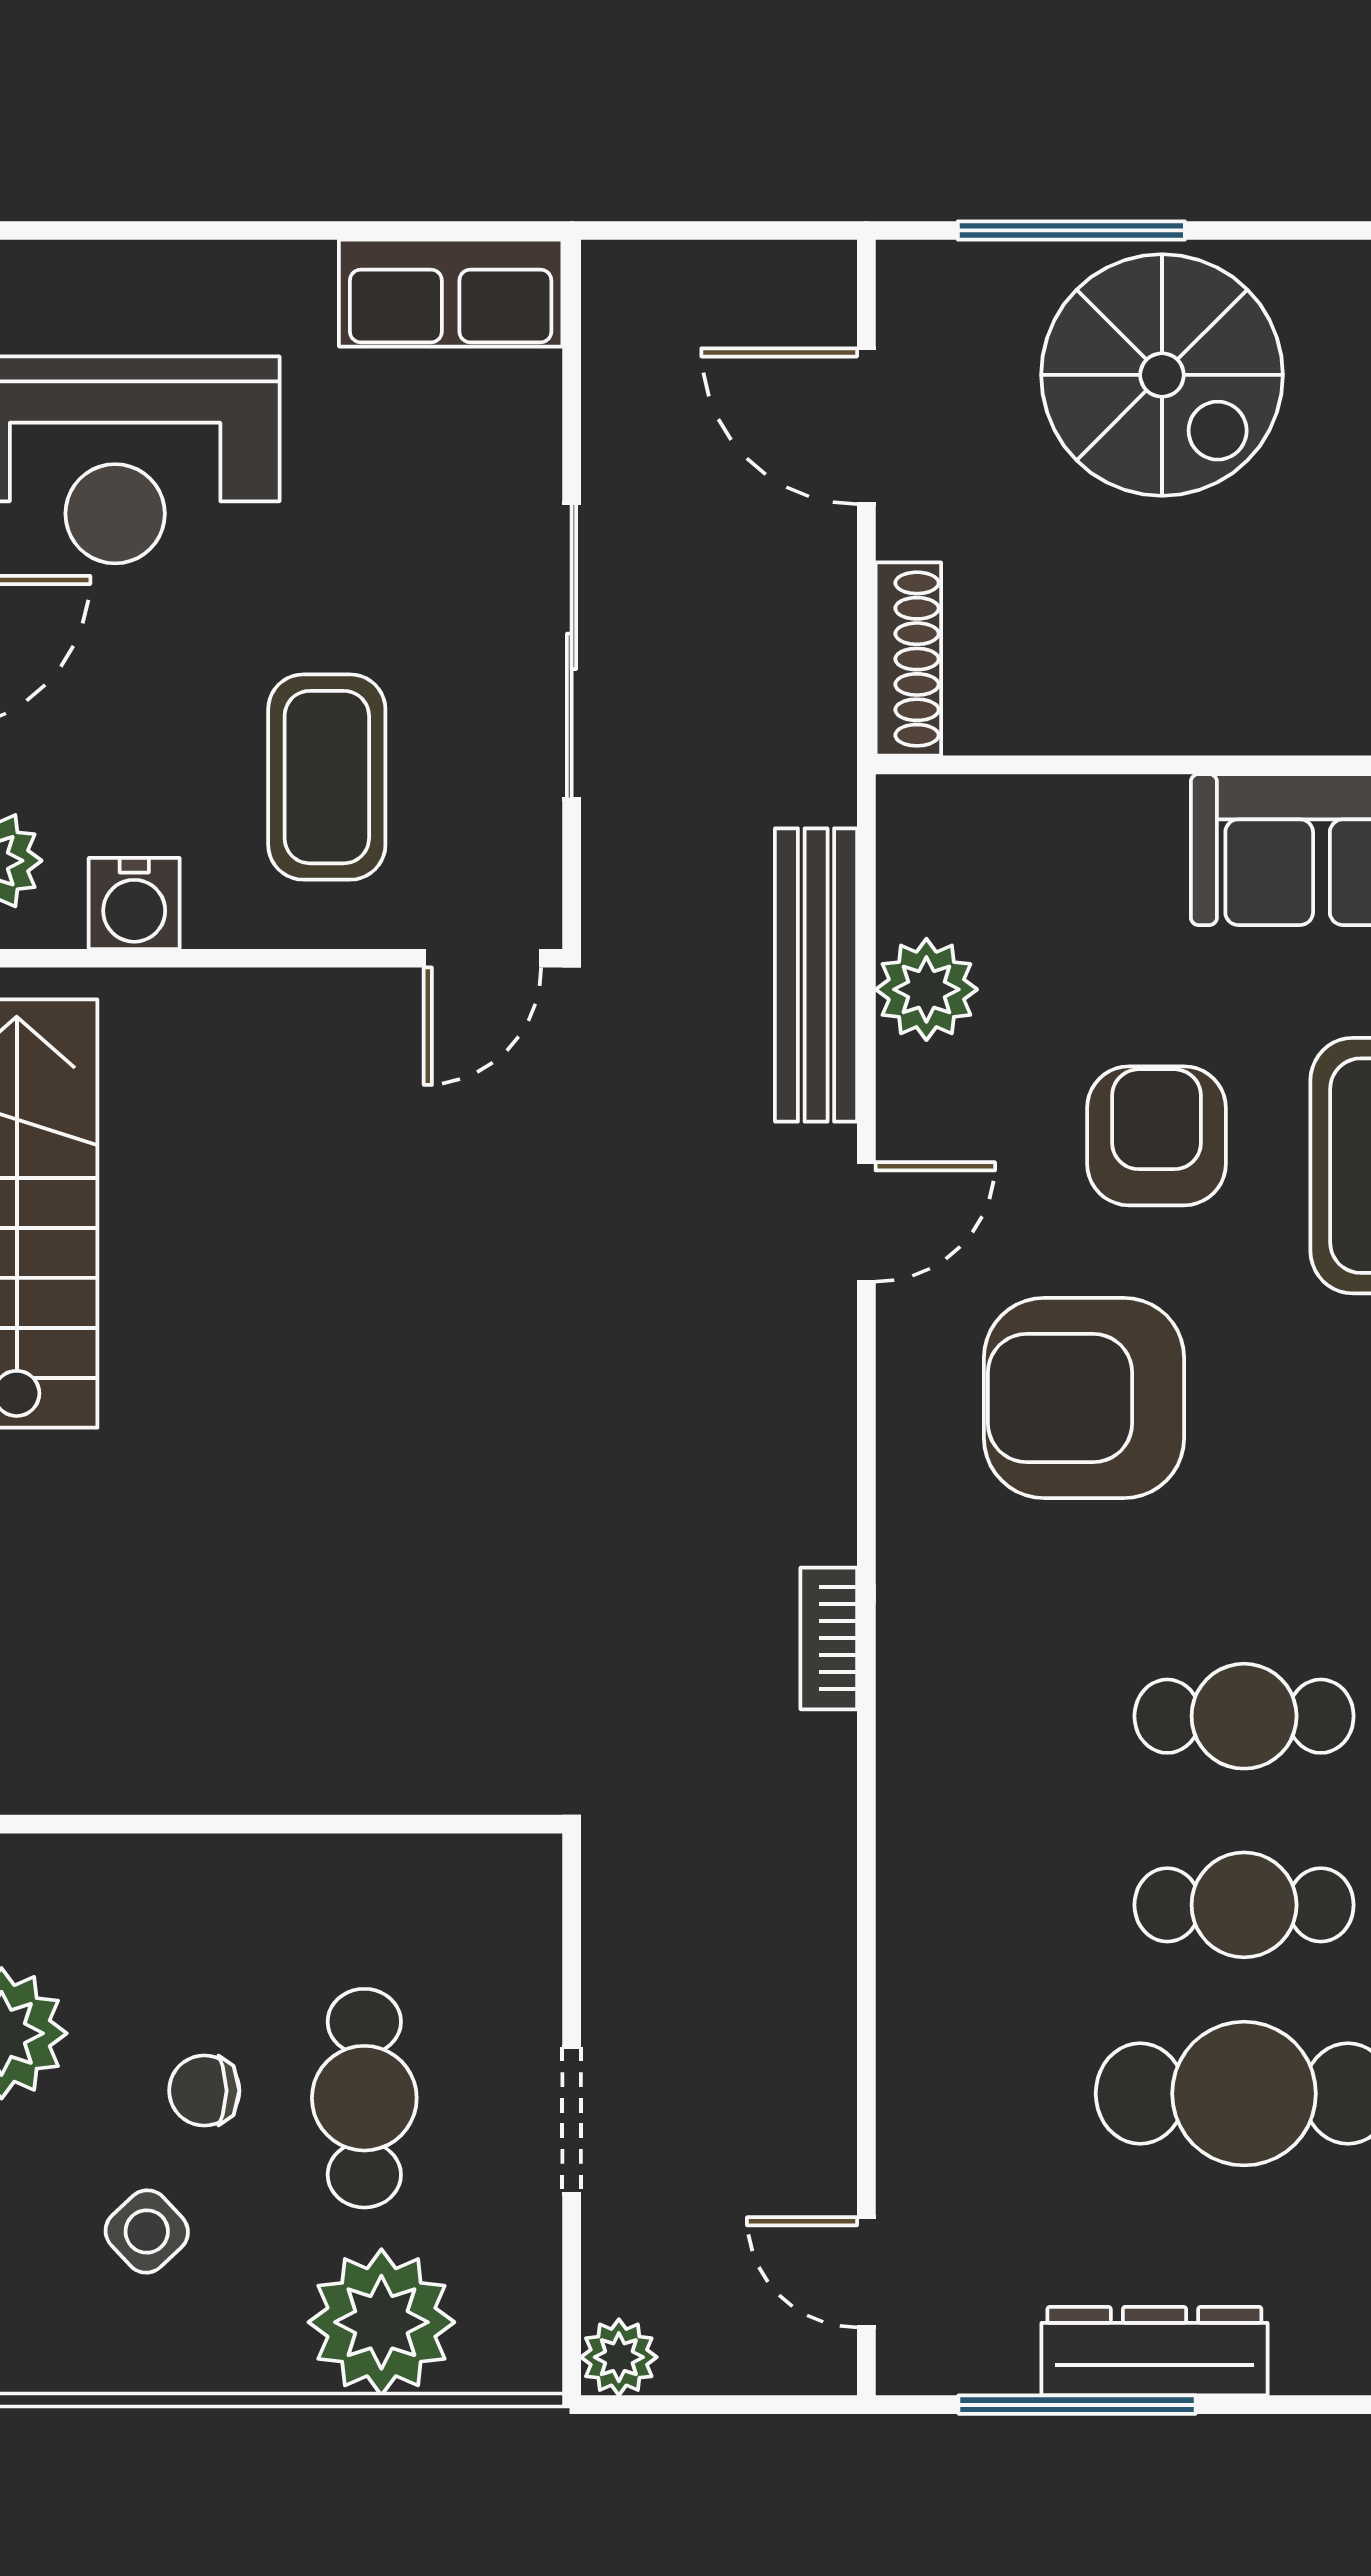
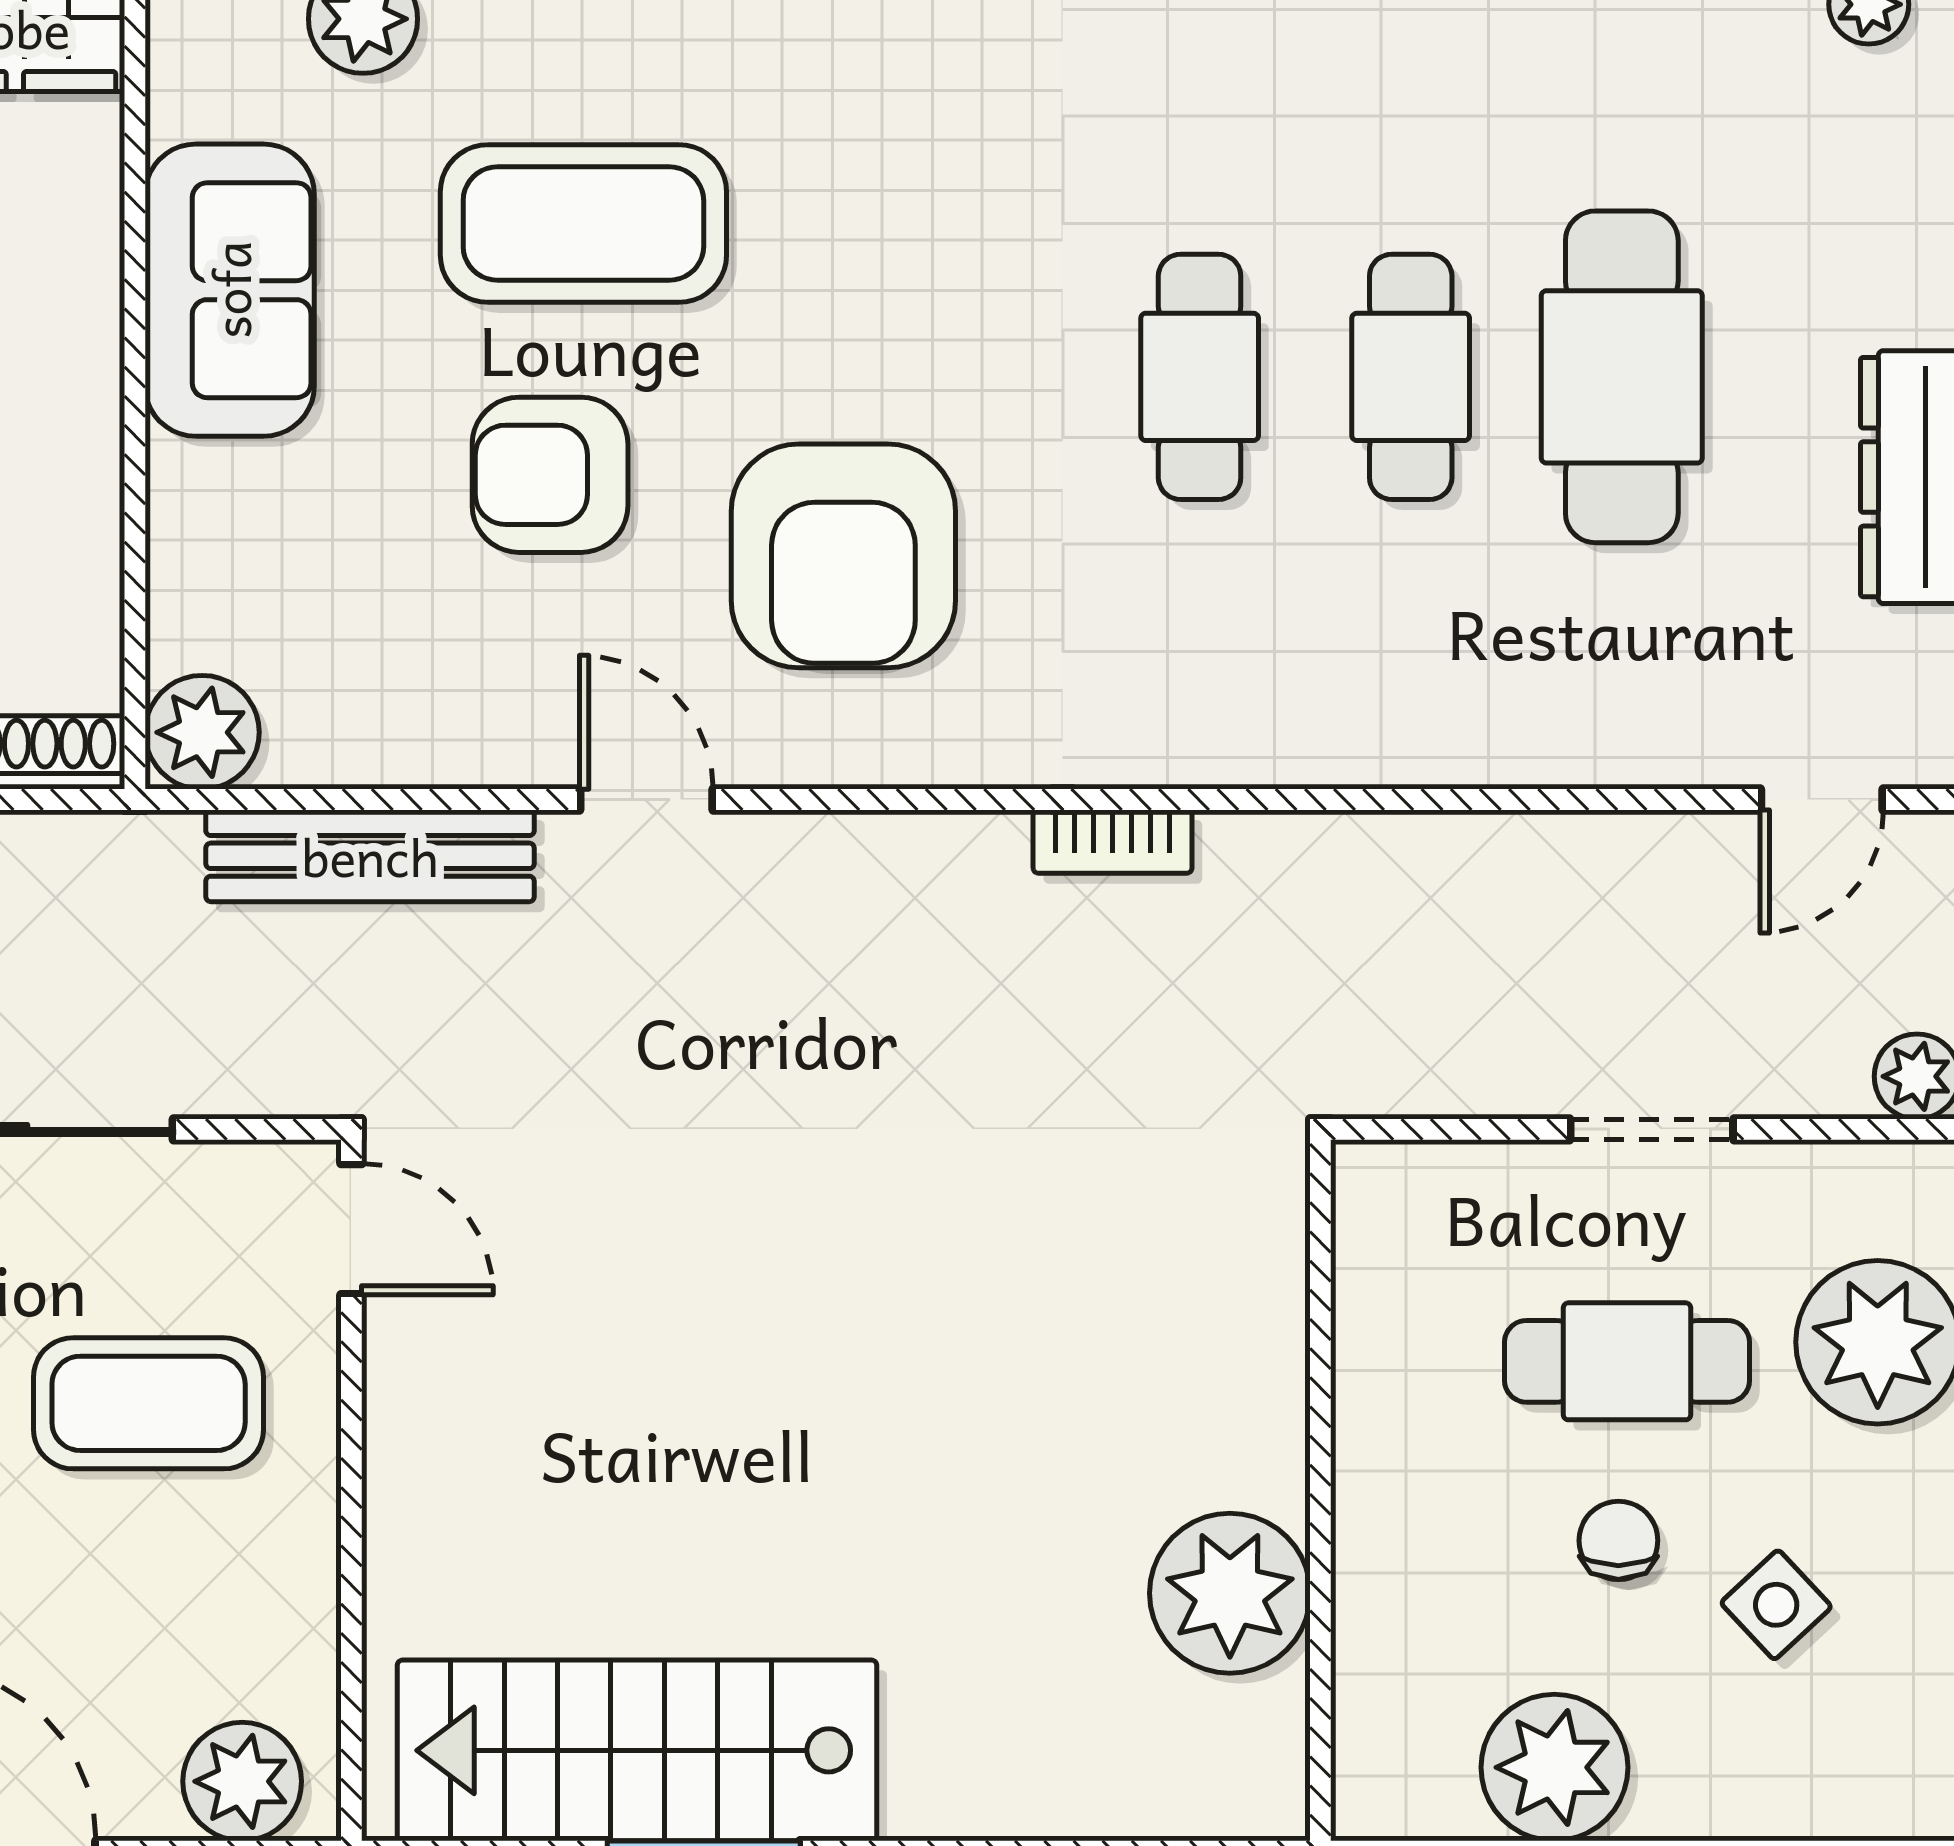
water cooler: (134, 903) -> (290, 1619), removed
plant: (926, 989) -> (202, 732), moved
plant: (157, 1743) -> (1230, 1593), added
chair: (204, 2091) -> (1618, 1540), turned 180

